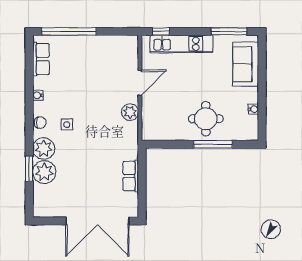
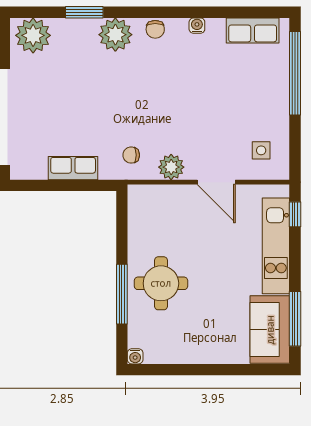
sofa: (246, 64) -> (270, 330), moved, turned -90
water cooler: (253, 109) -> (135, 356), moved
side table: (67, 125) -> (261, 150), moved
chair: (122, 138) -> (131, 155), added
plant: (44, 172) -> (33, 35), moved

